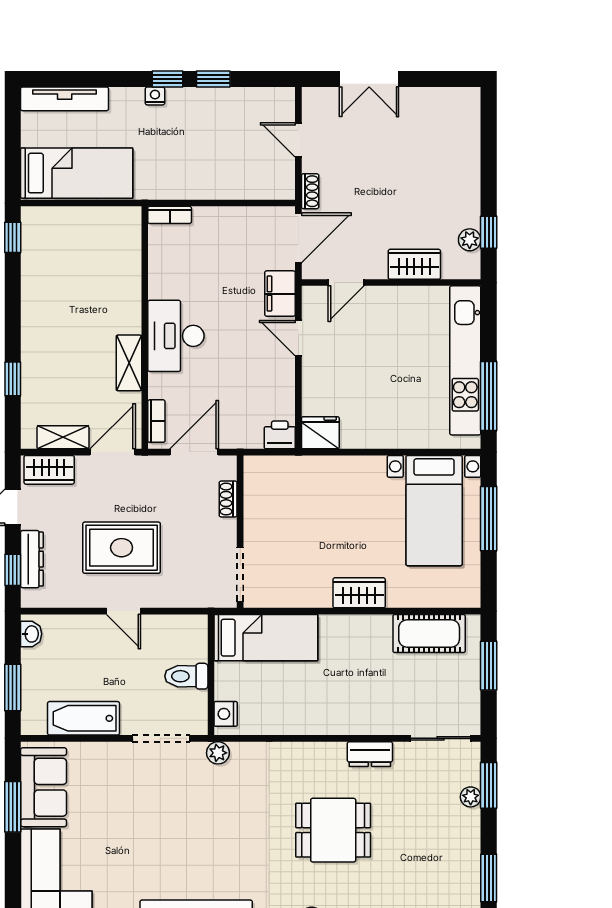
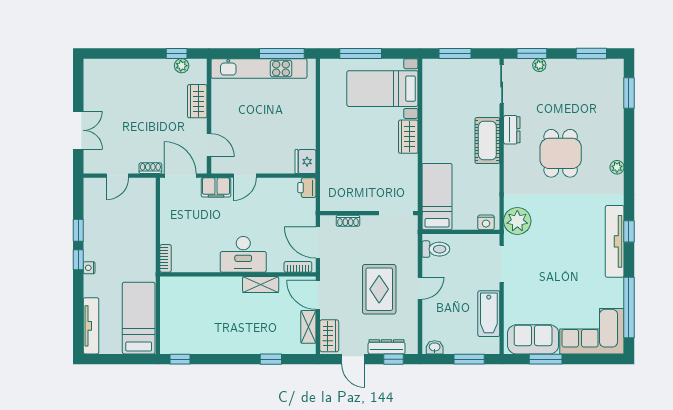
bed with nightstands: (434, 511) -> (382, 89), moved, turned 180
cot: (429, 633) -> (487, 141), moved
toilet: (186, 676) -> (436, 249), moved, turned -90
plant: (218, 753) -> (517, 221), width x1.88, depth x1.88

